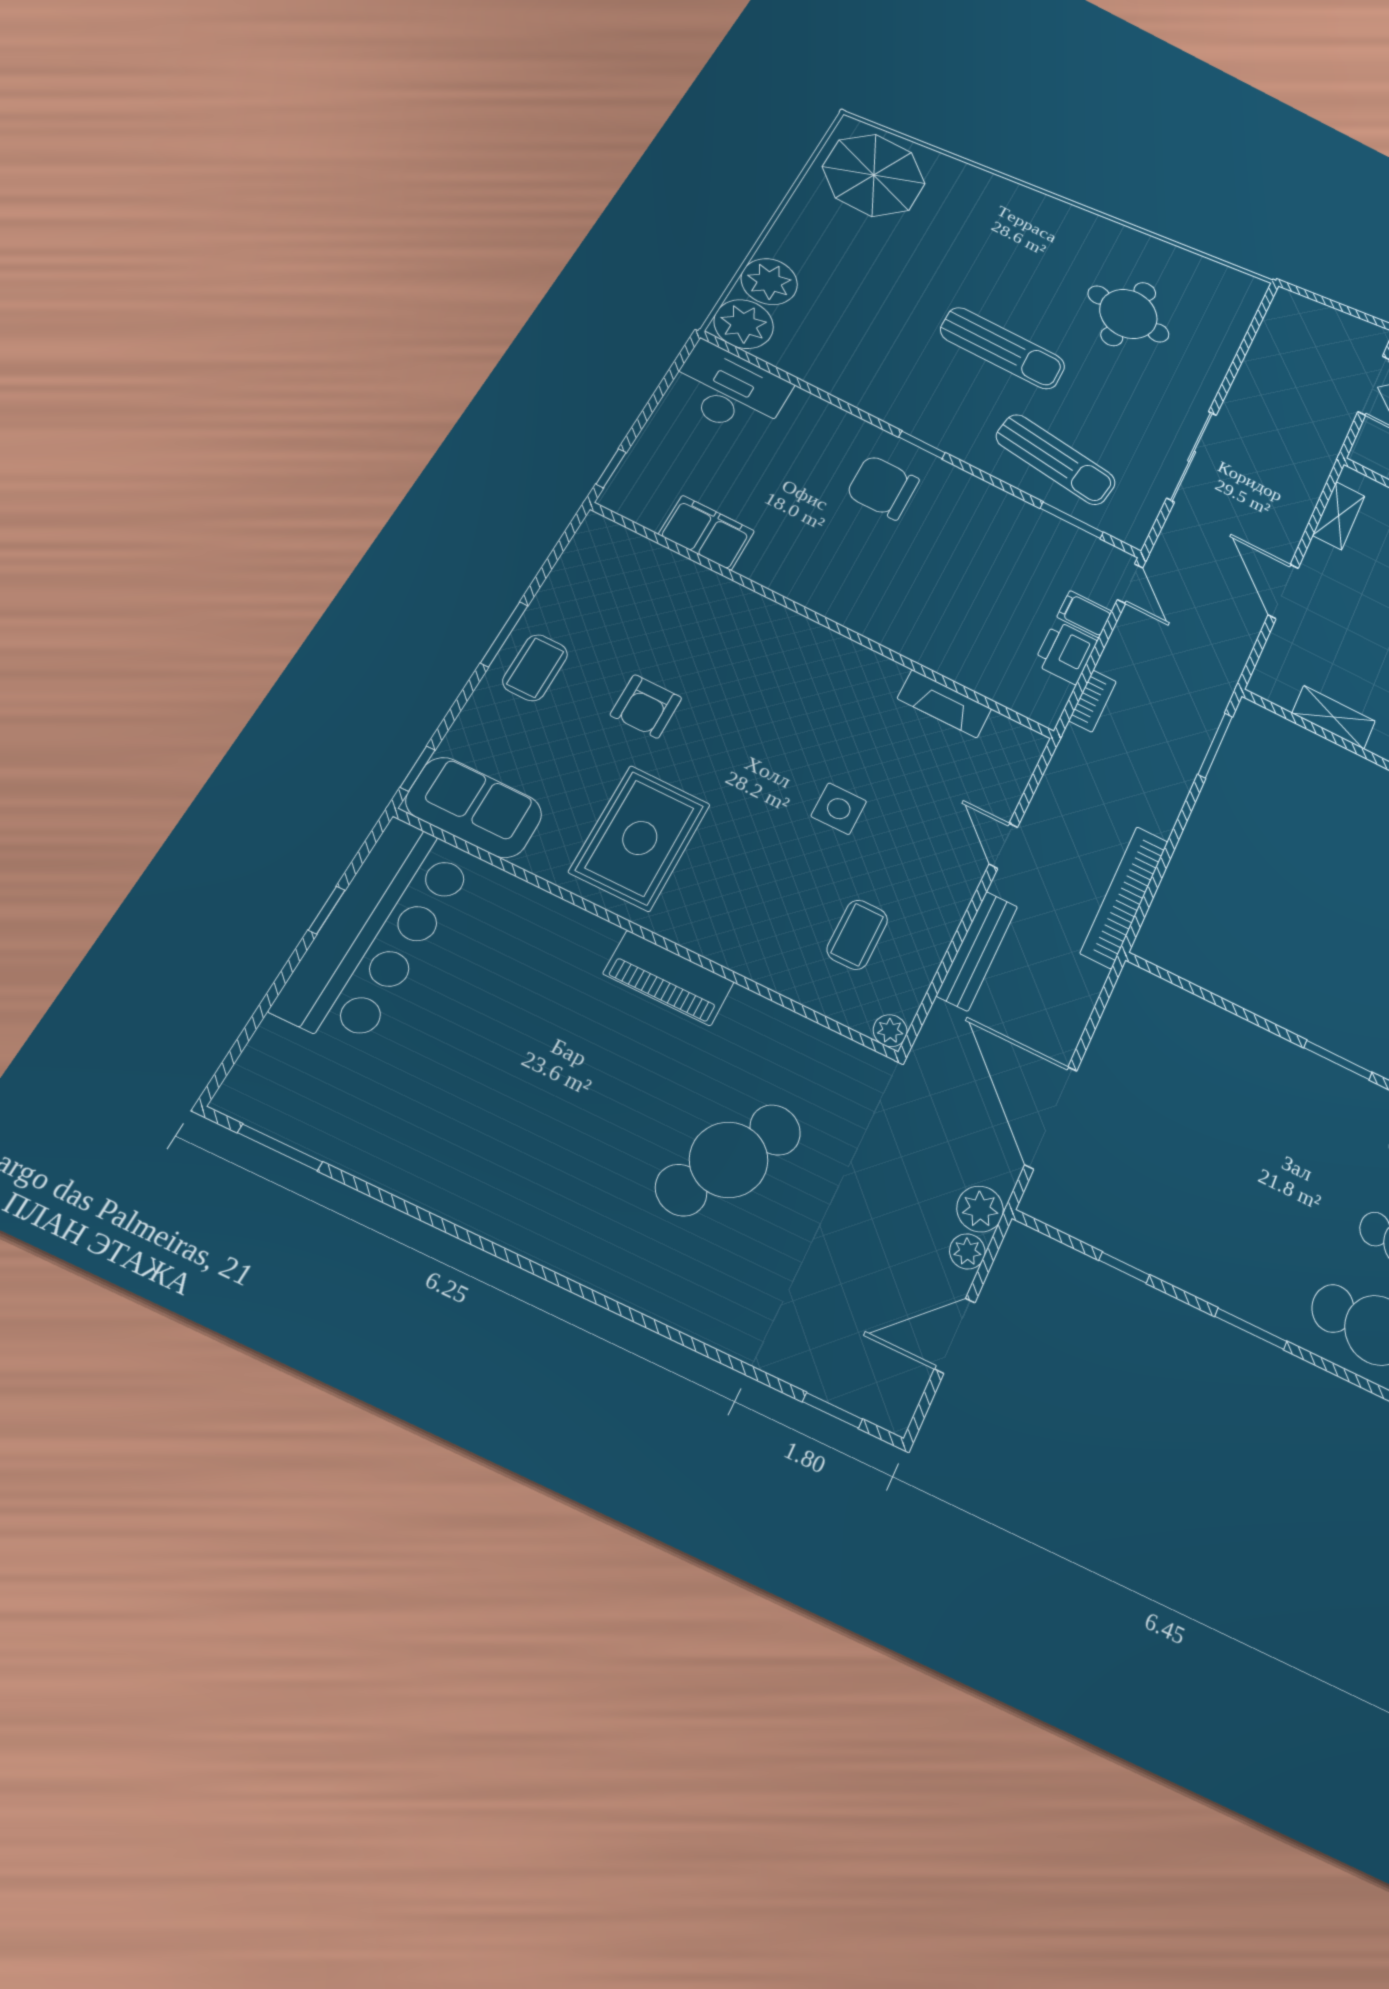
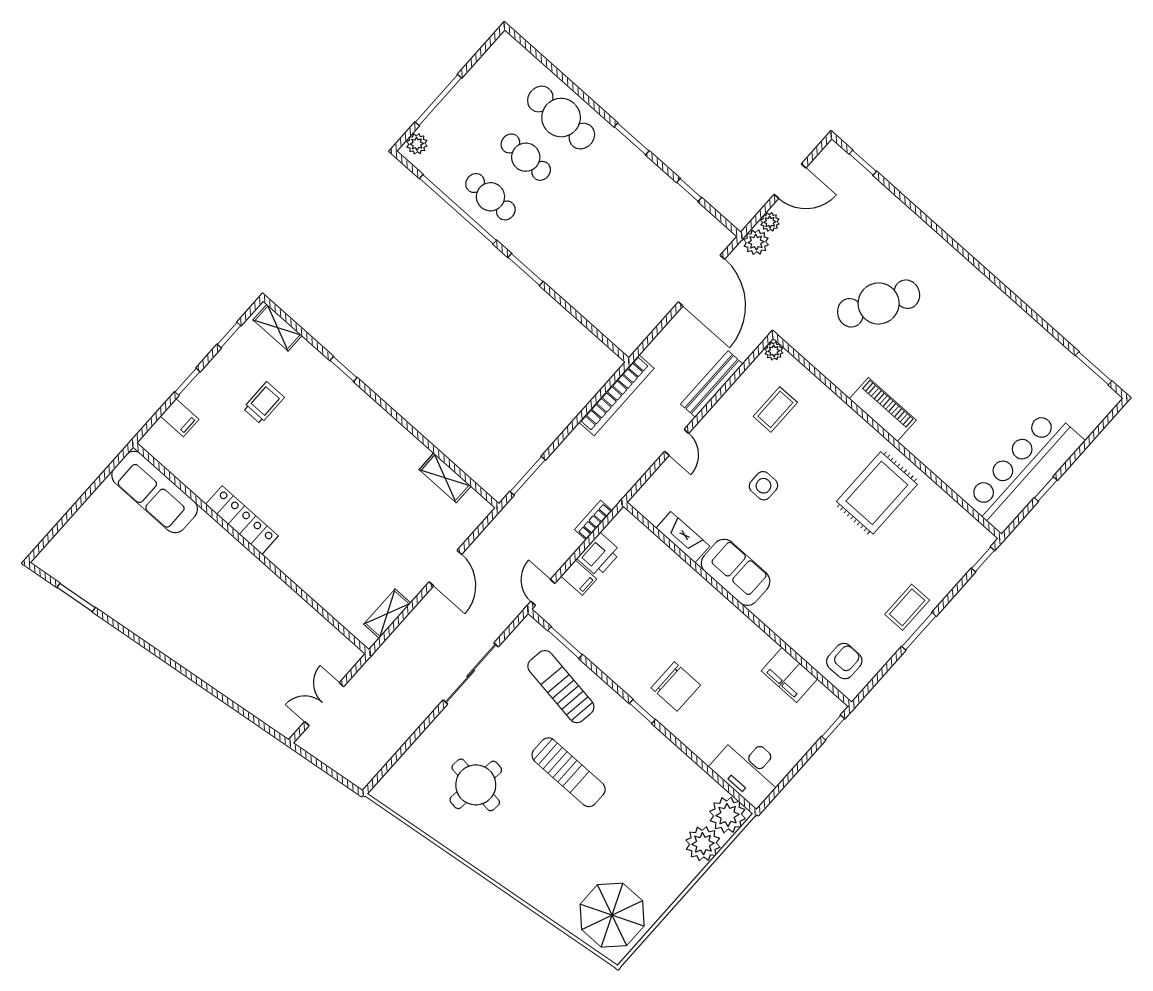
sun lounger: (1003, 348) -> (569, 772), turned 180
armchair: (646, 706) -> (844, 661), moved
sofa: (474, 807) -> (736, 572), moved, turned 180

